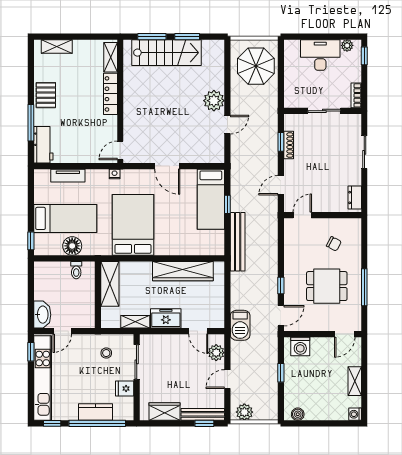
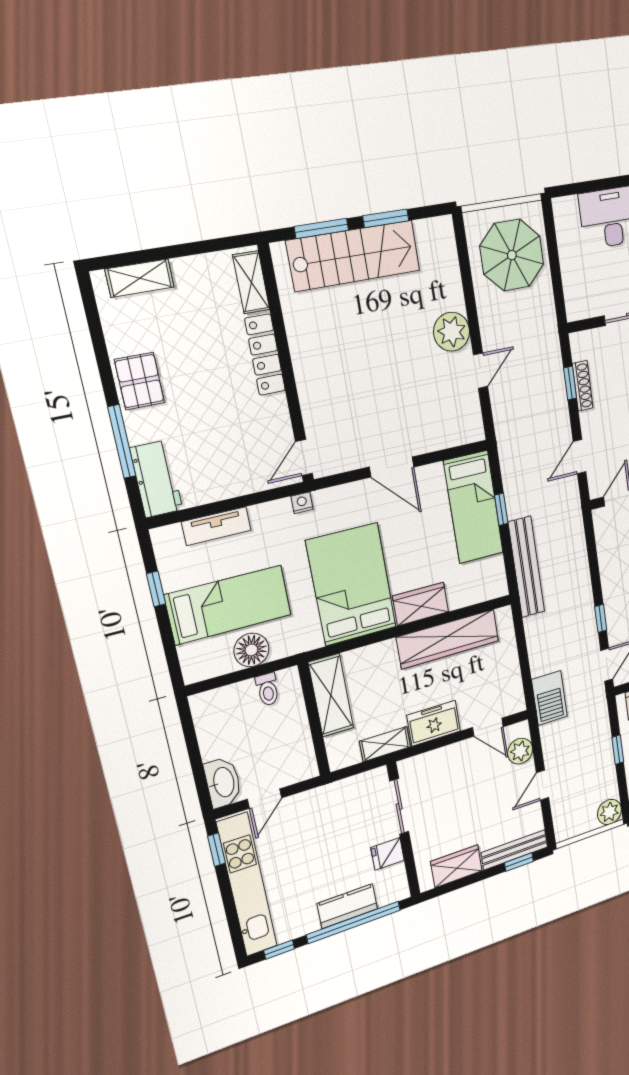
window: (31, 241) -> (156, 589), moved
wardrobe: (170, 246) -> (421, 604), added
stool: (106, 353) -> (347, 809), removed
plant: (244, 412) -> (609, 812), moved

